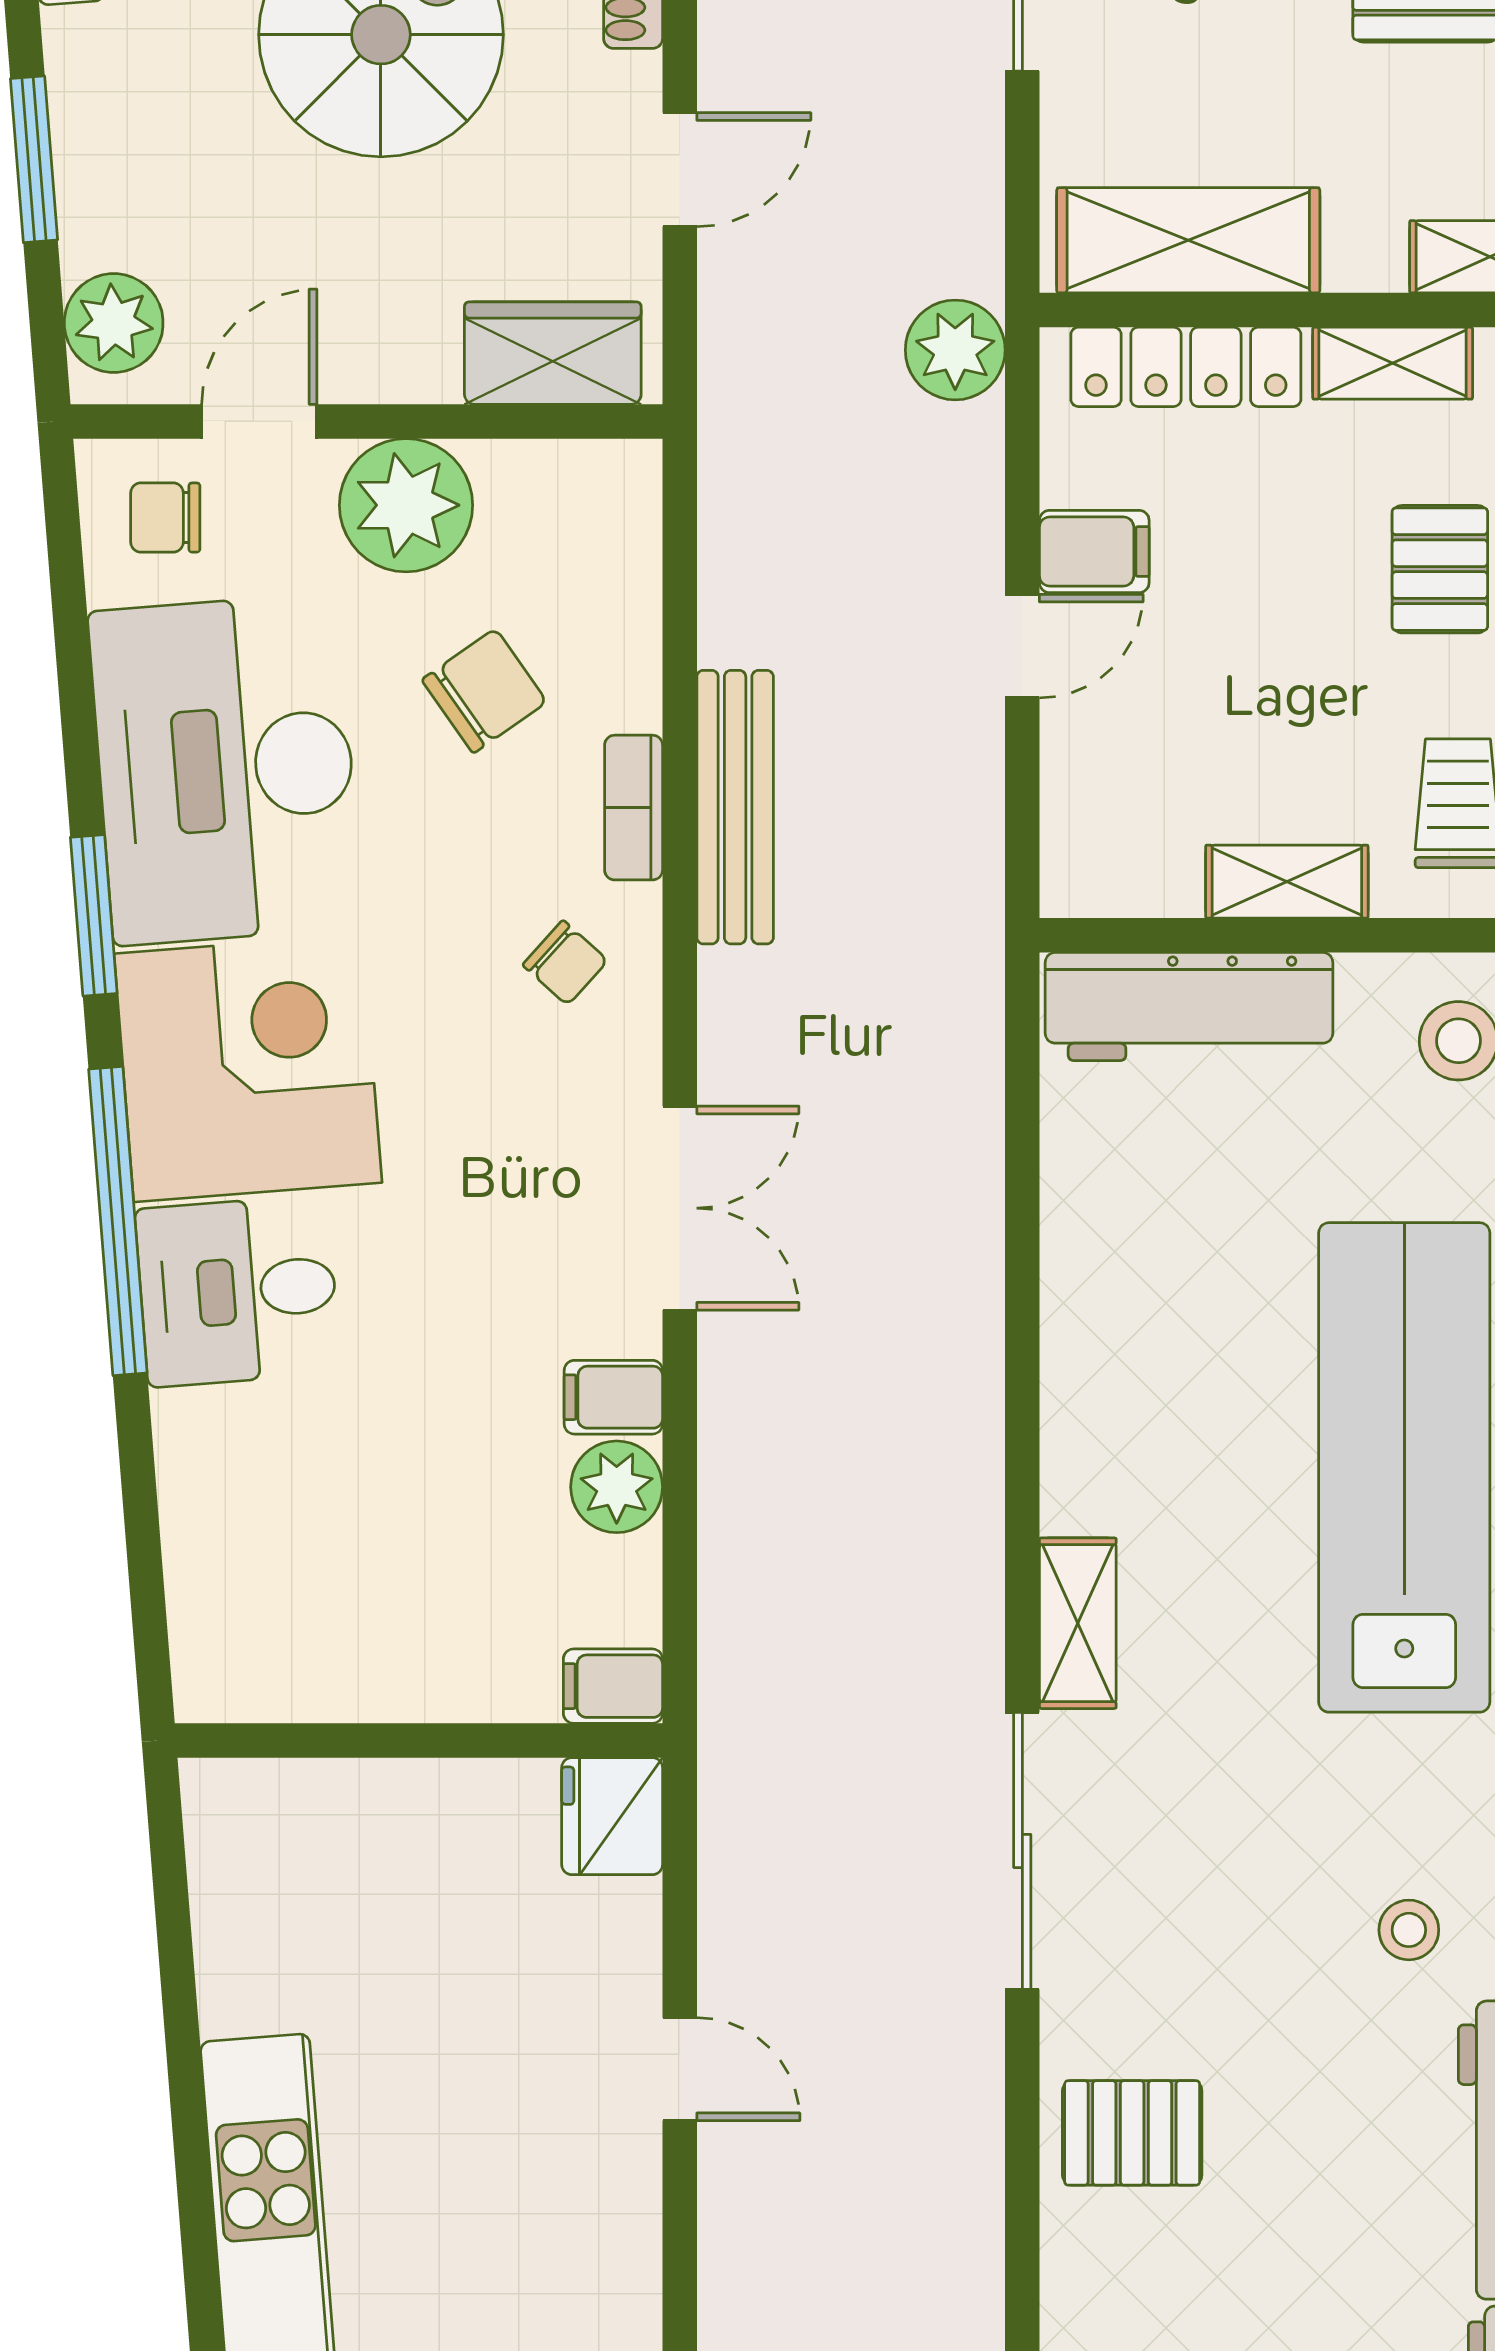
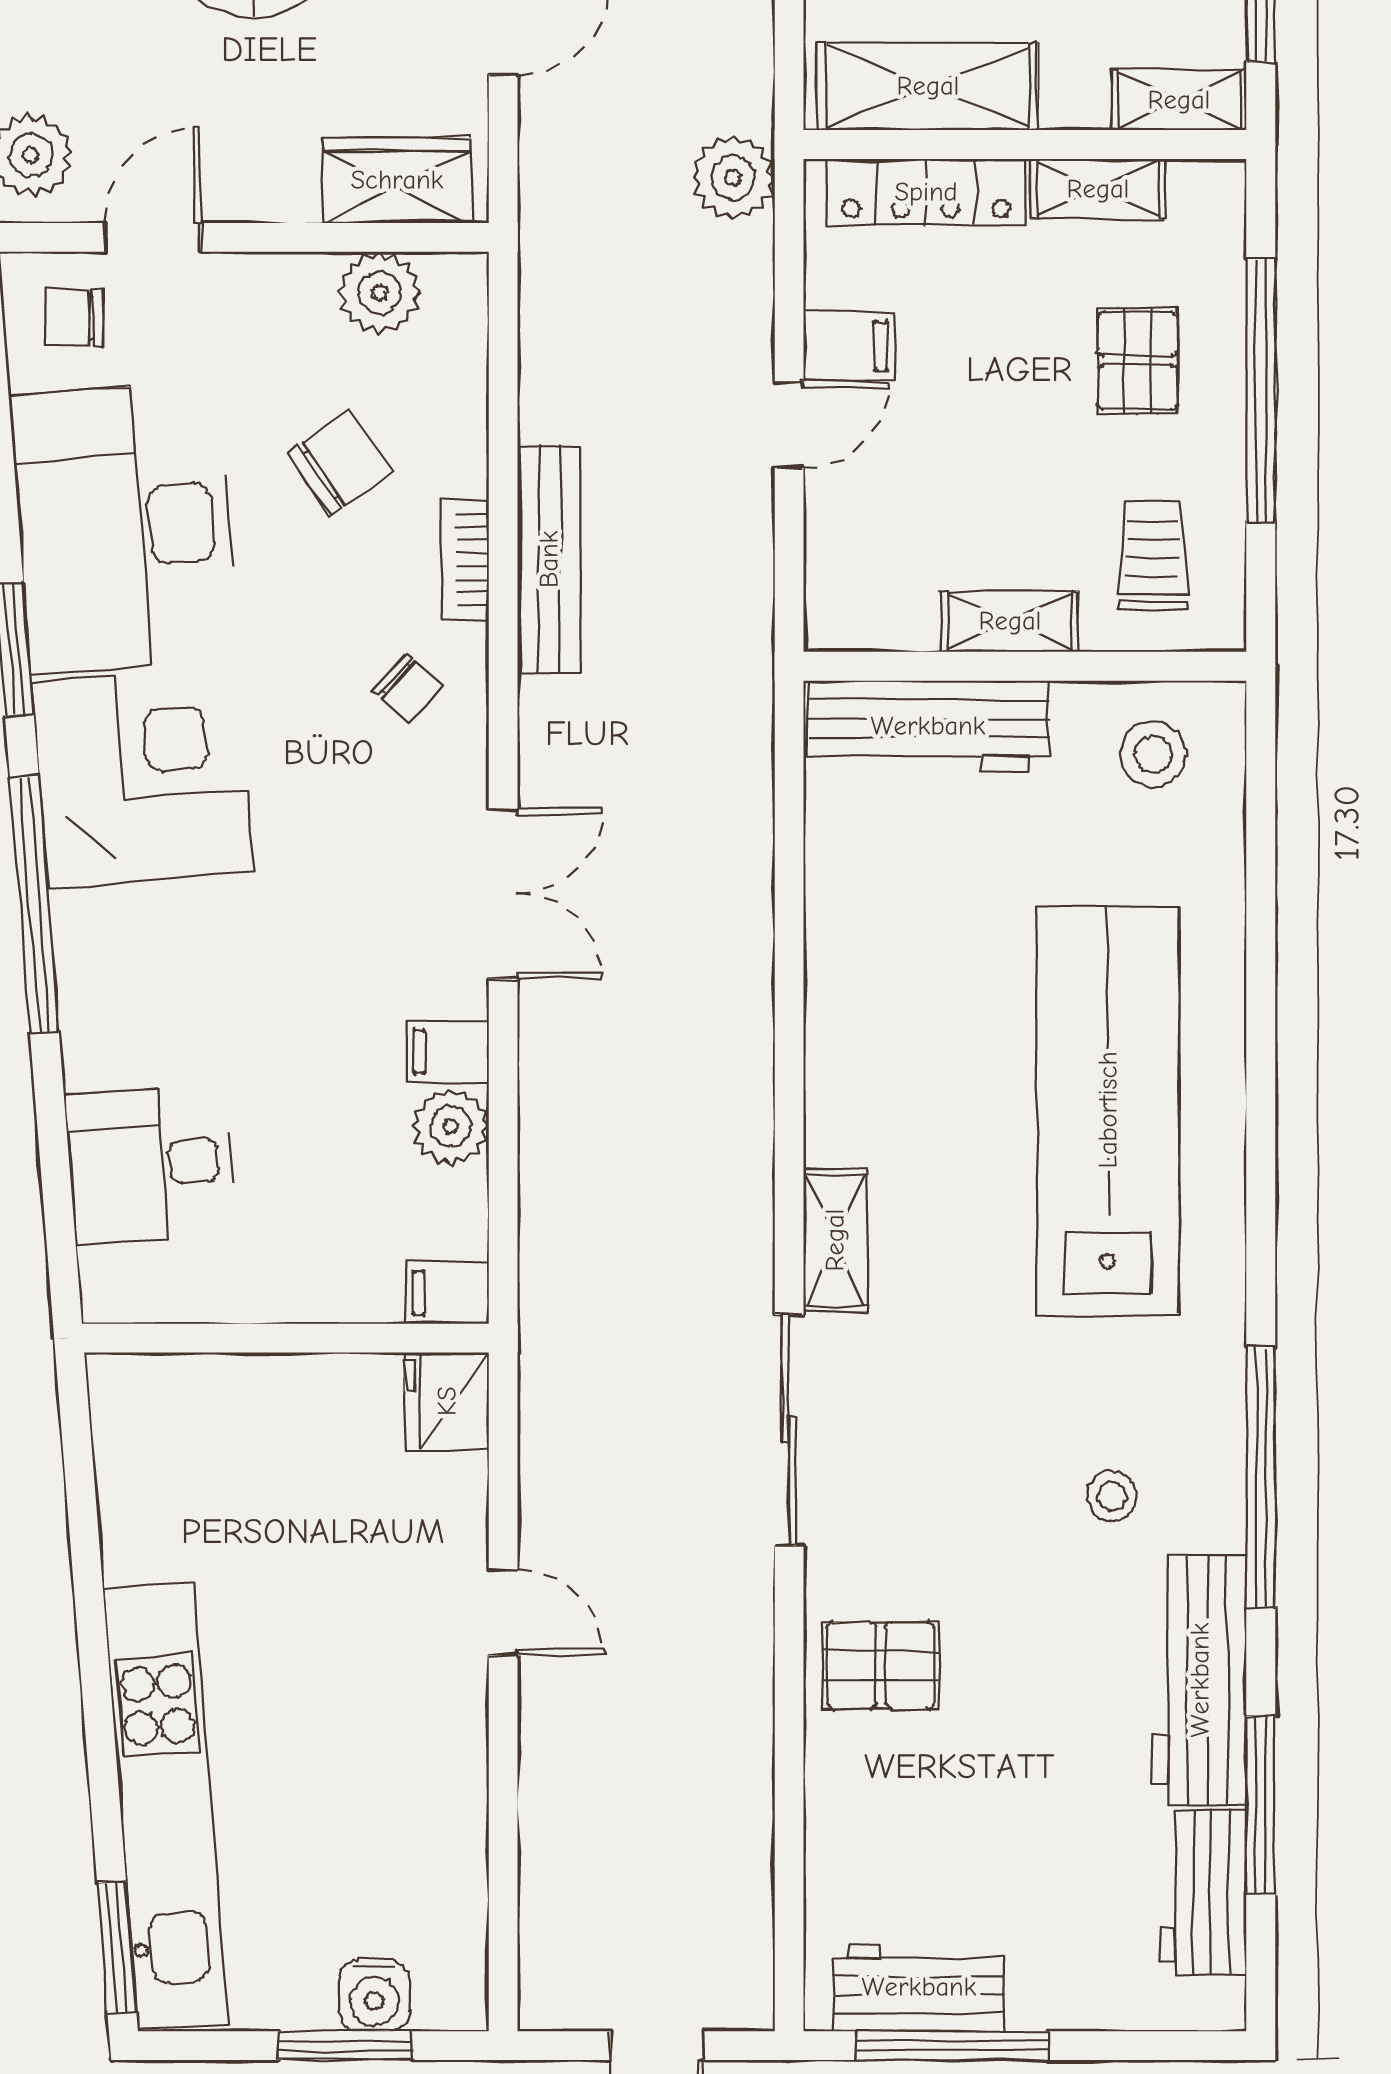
plant: (406, 505) -> (379, 292), moved, width x0.73, depth x0.73
desk: (238, 1291) -> (150, 1164), moved

